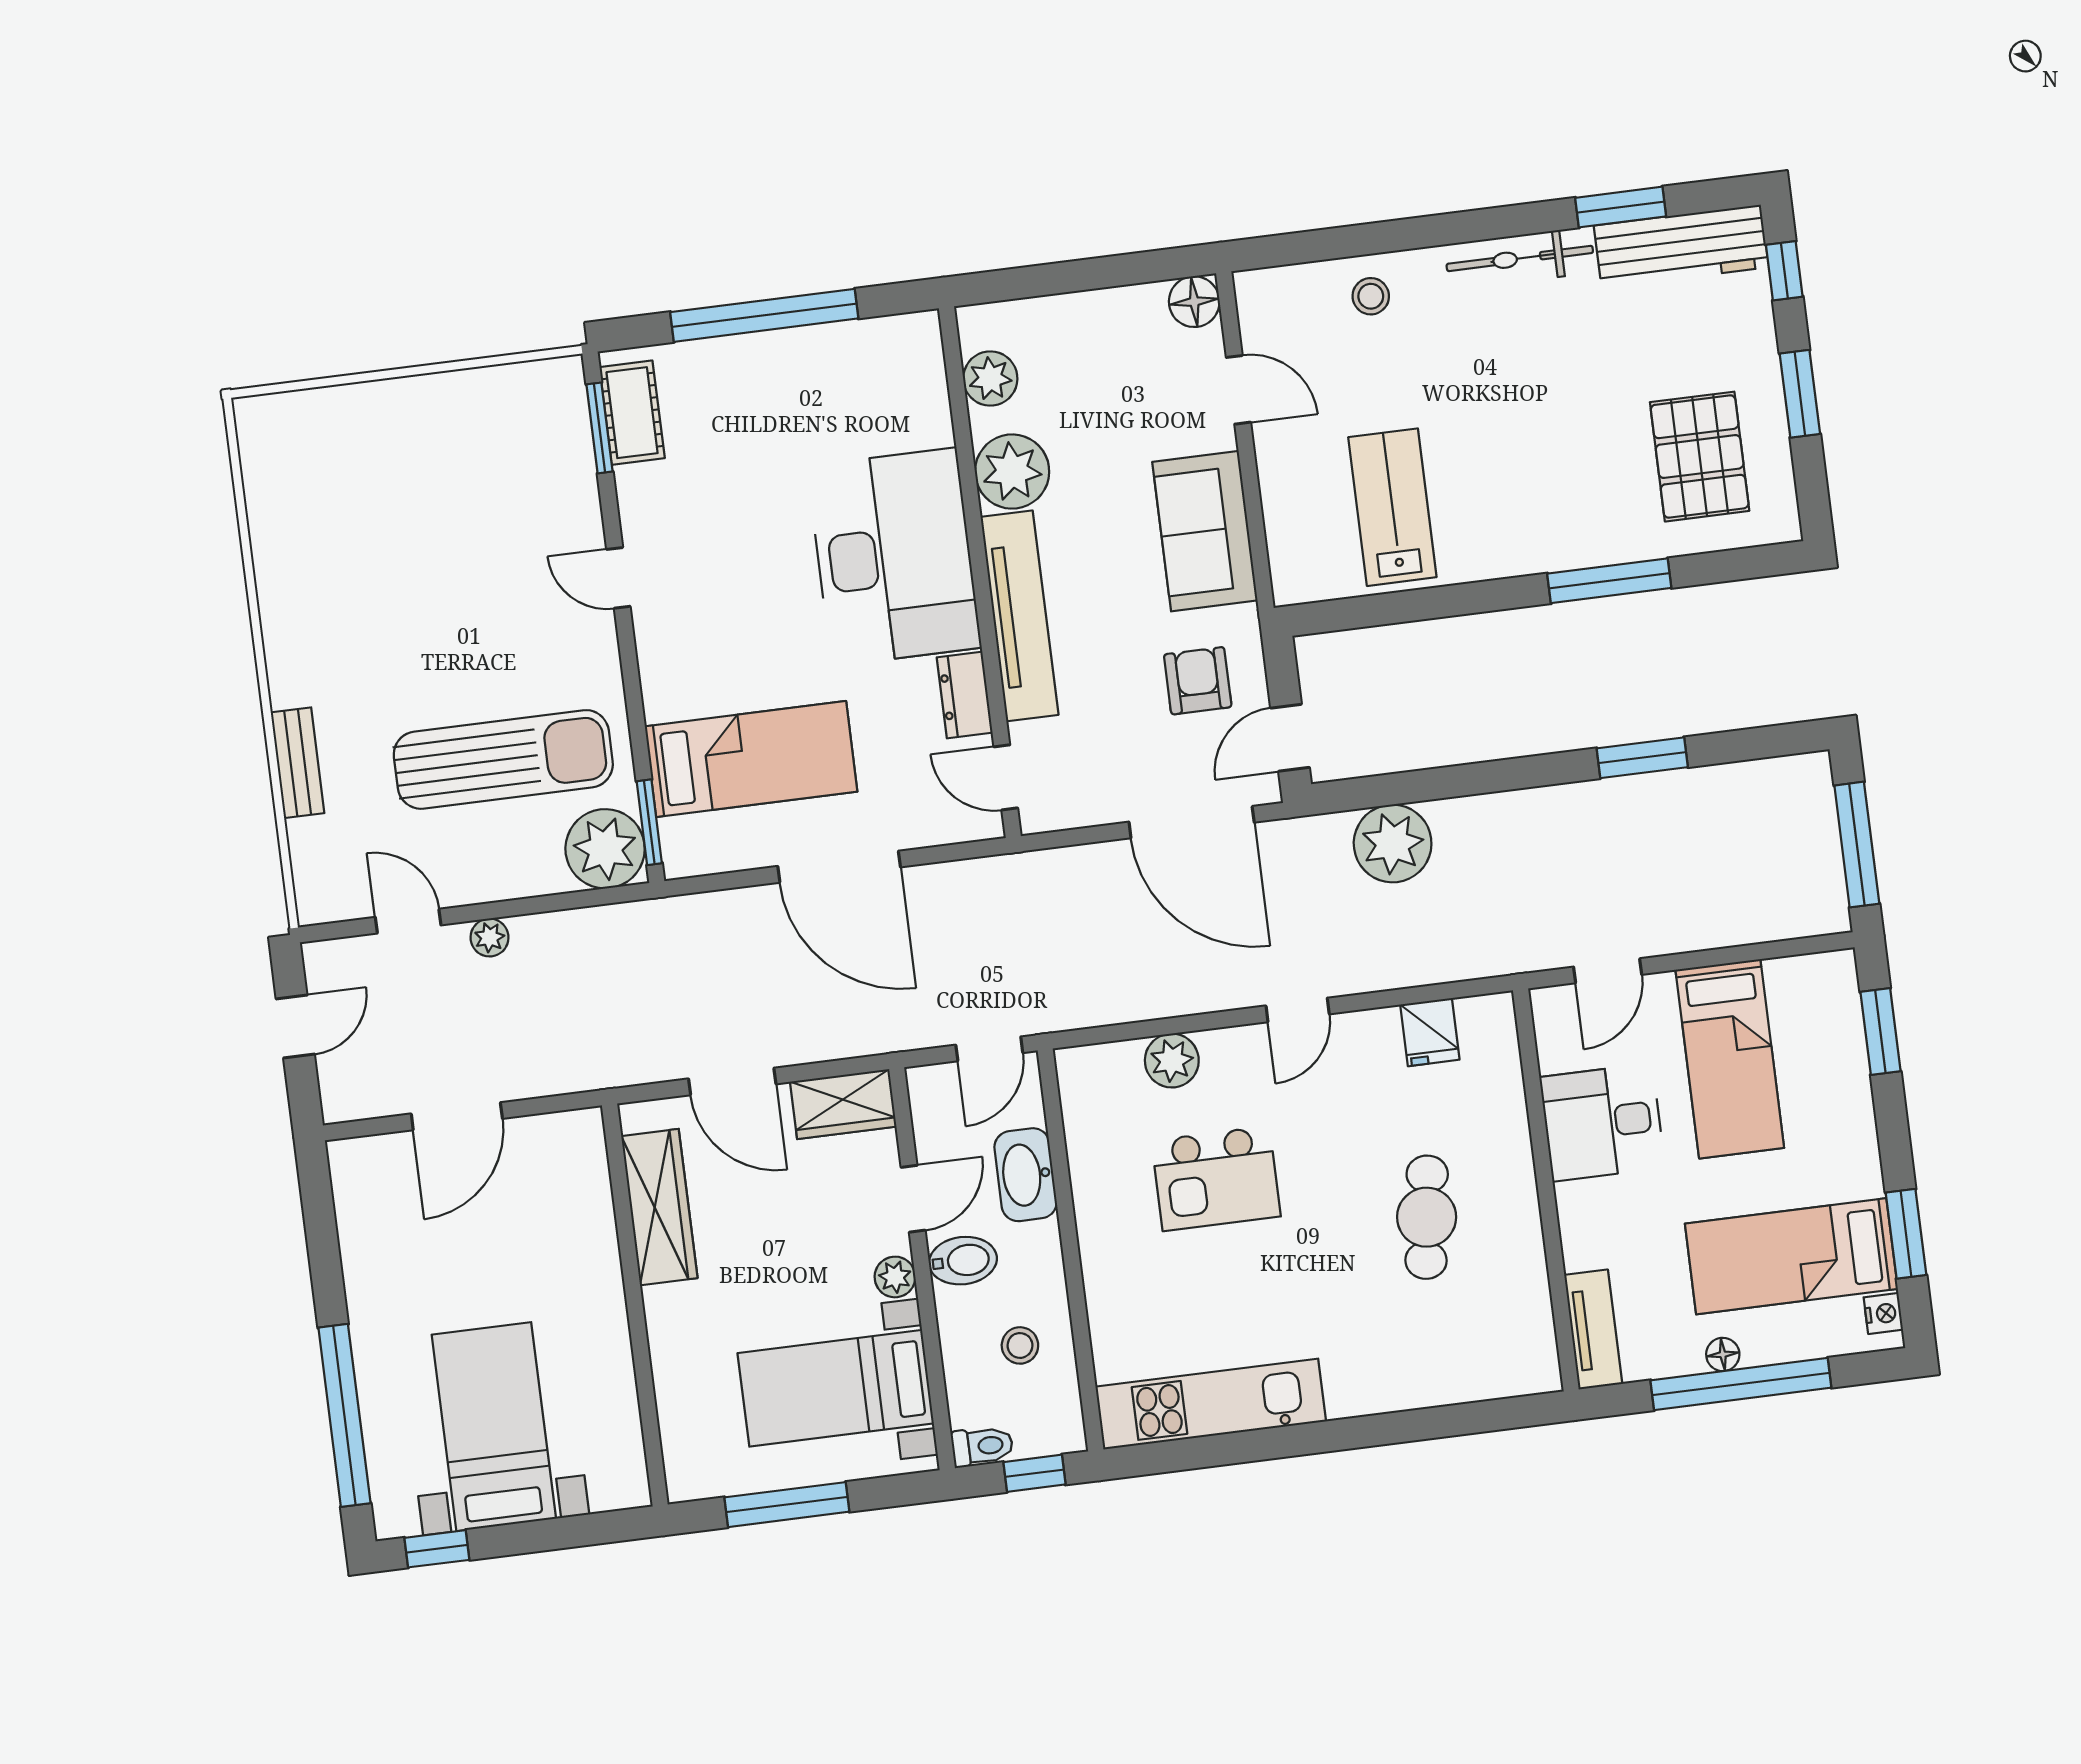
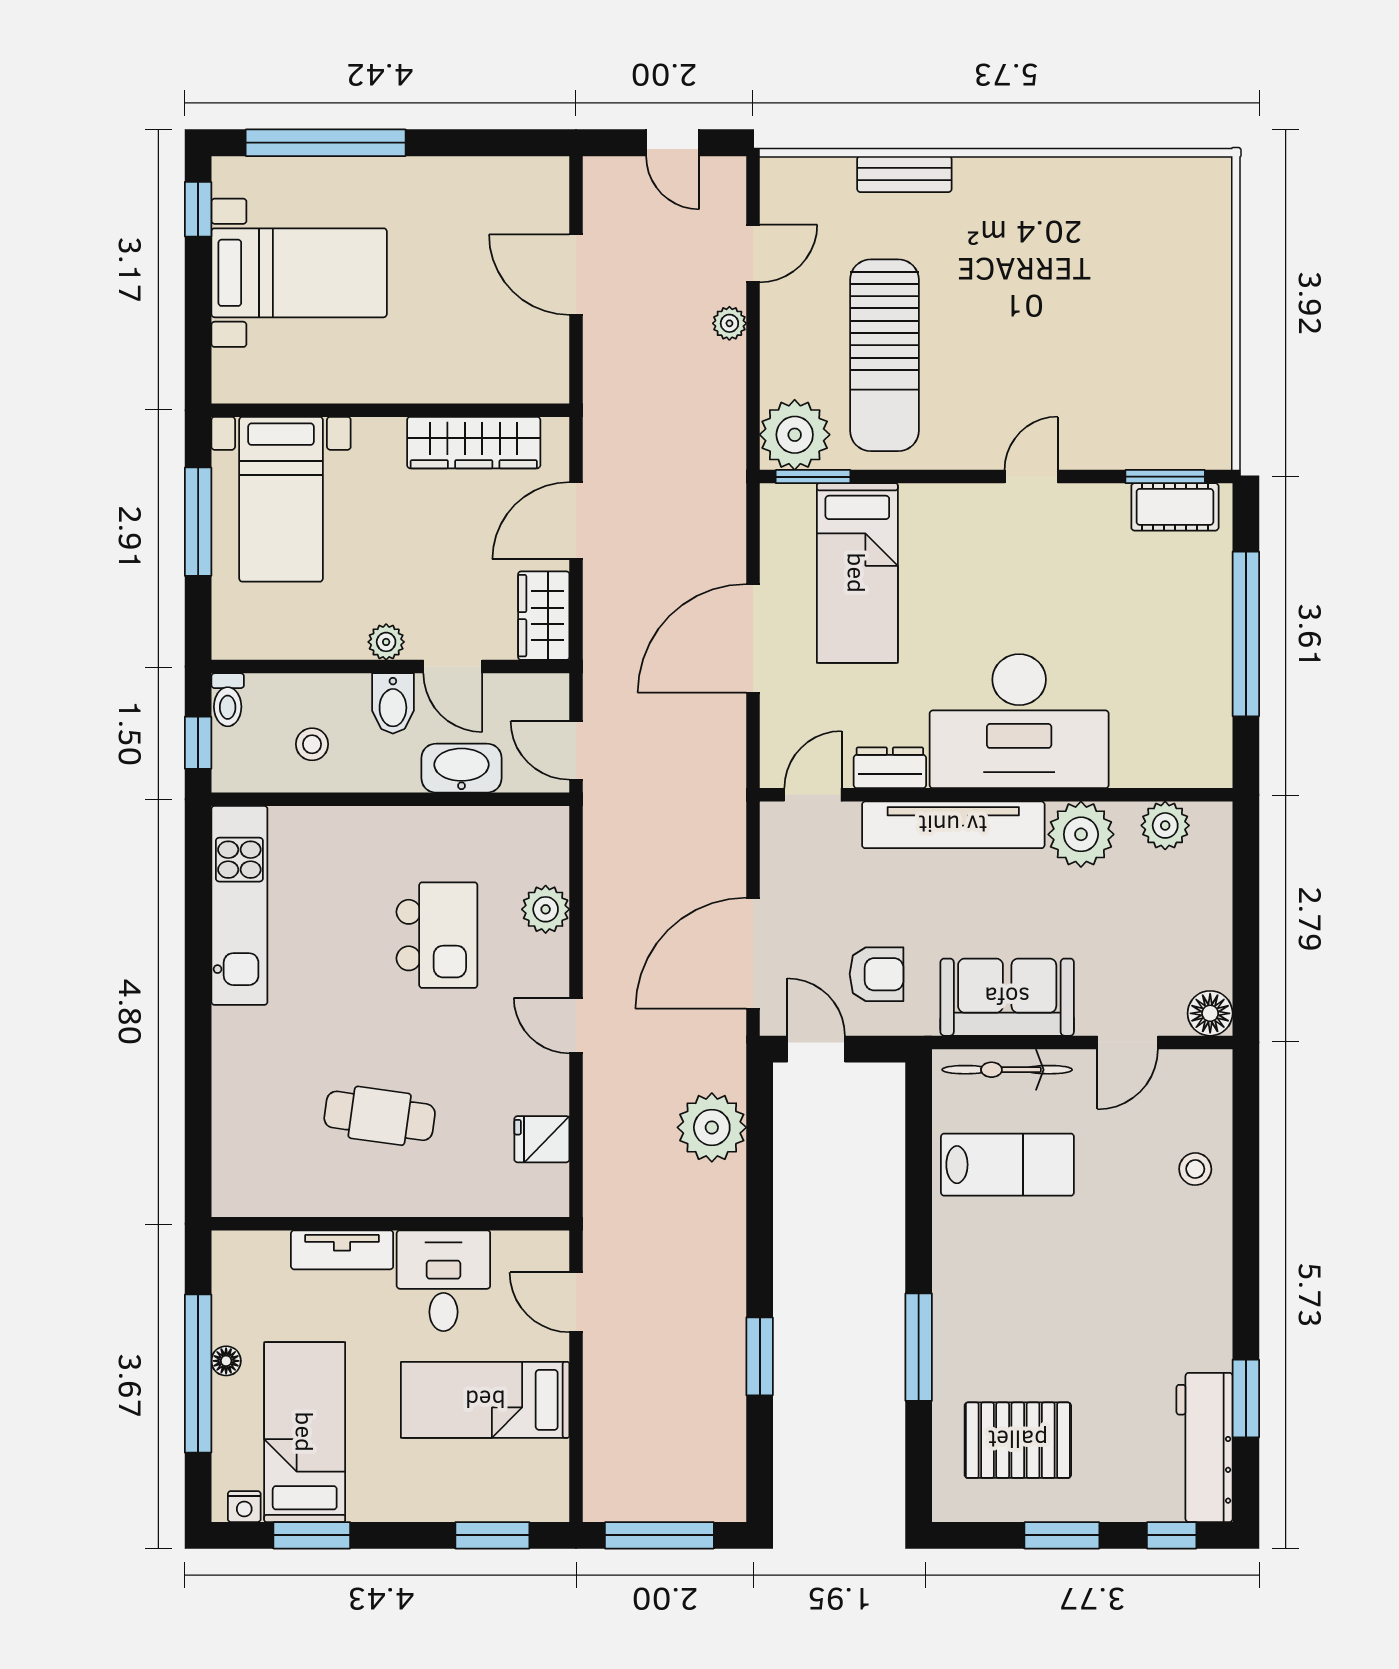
bicycle: (1520, 258) -> (1007, 1070), moved, turned -90
kitchen island: (1216, 1179) -> (437, 935), turned 180
tv unit: (1593, 1329) -> (342, 1250), moved
bed with nightstands: (836, 1388) -> (281, 499), moved, turned 180

